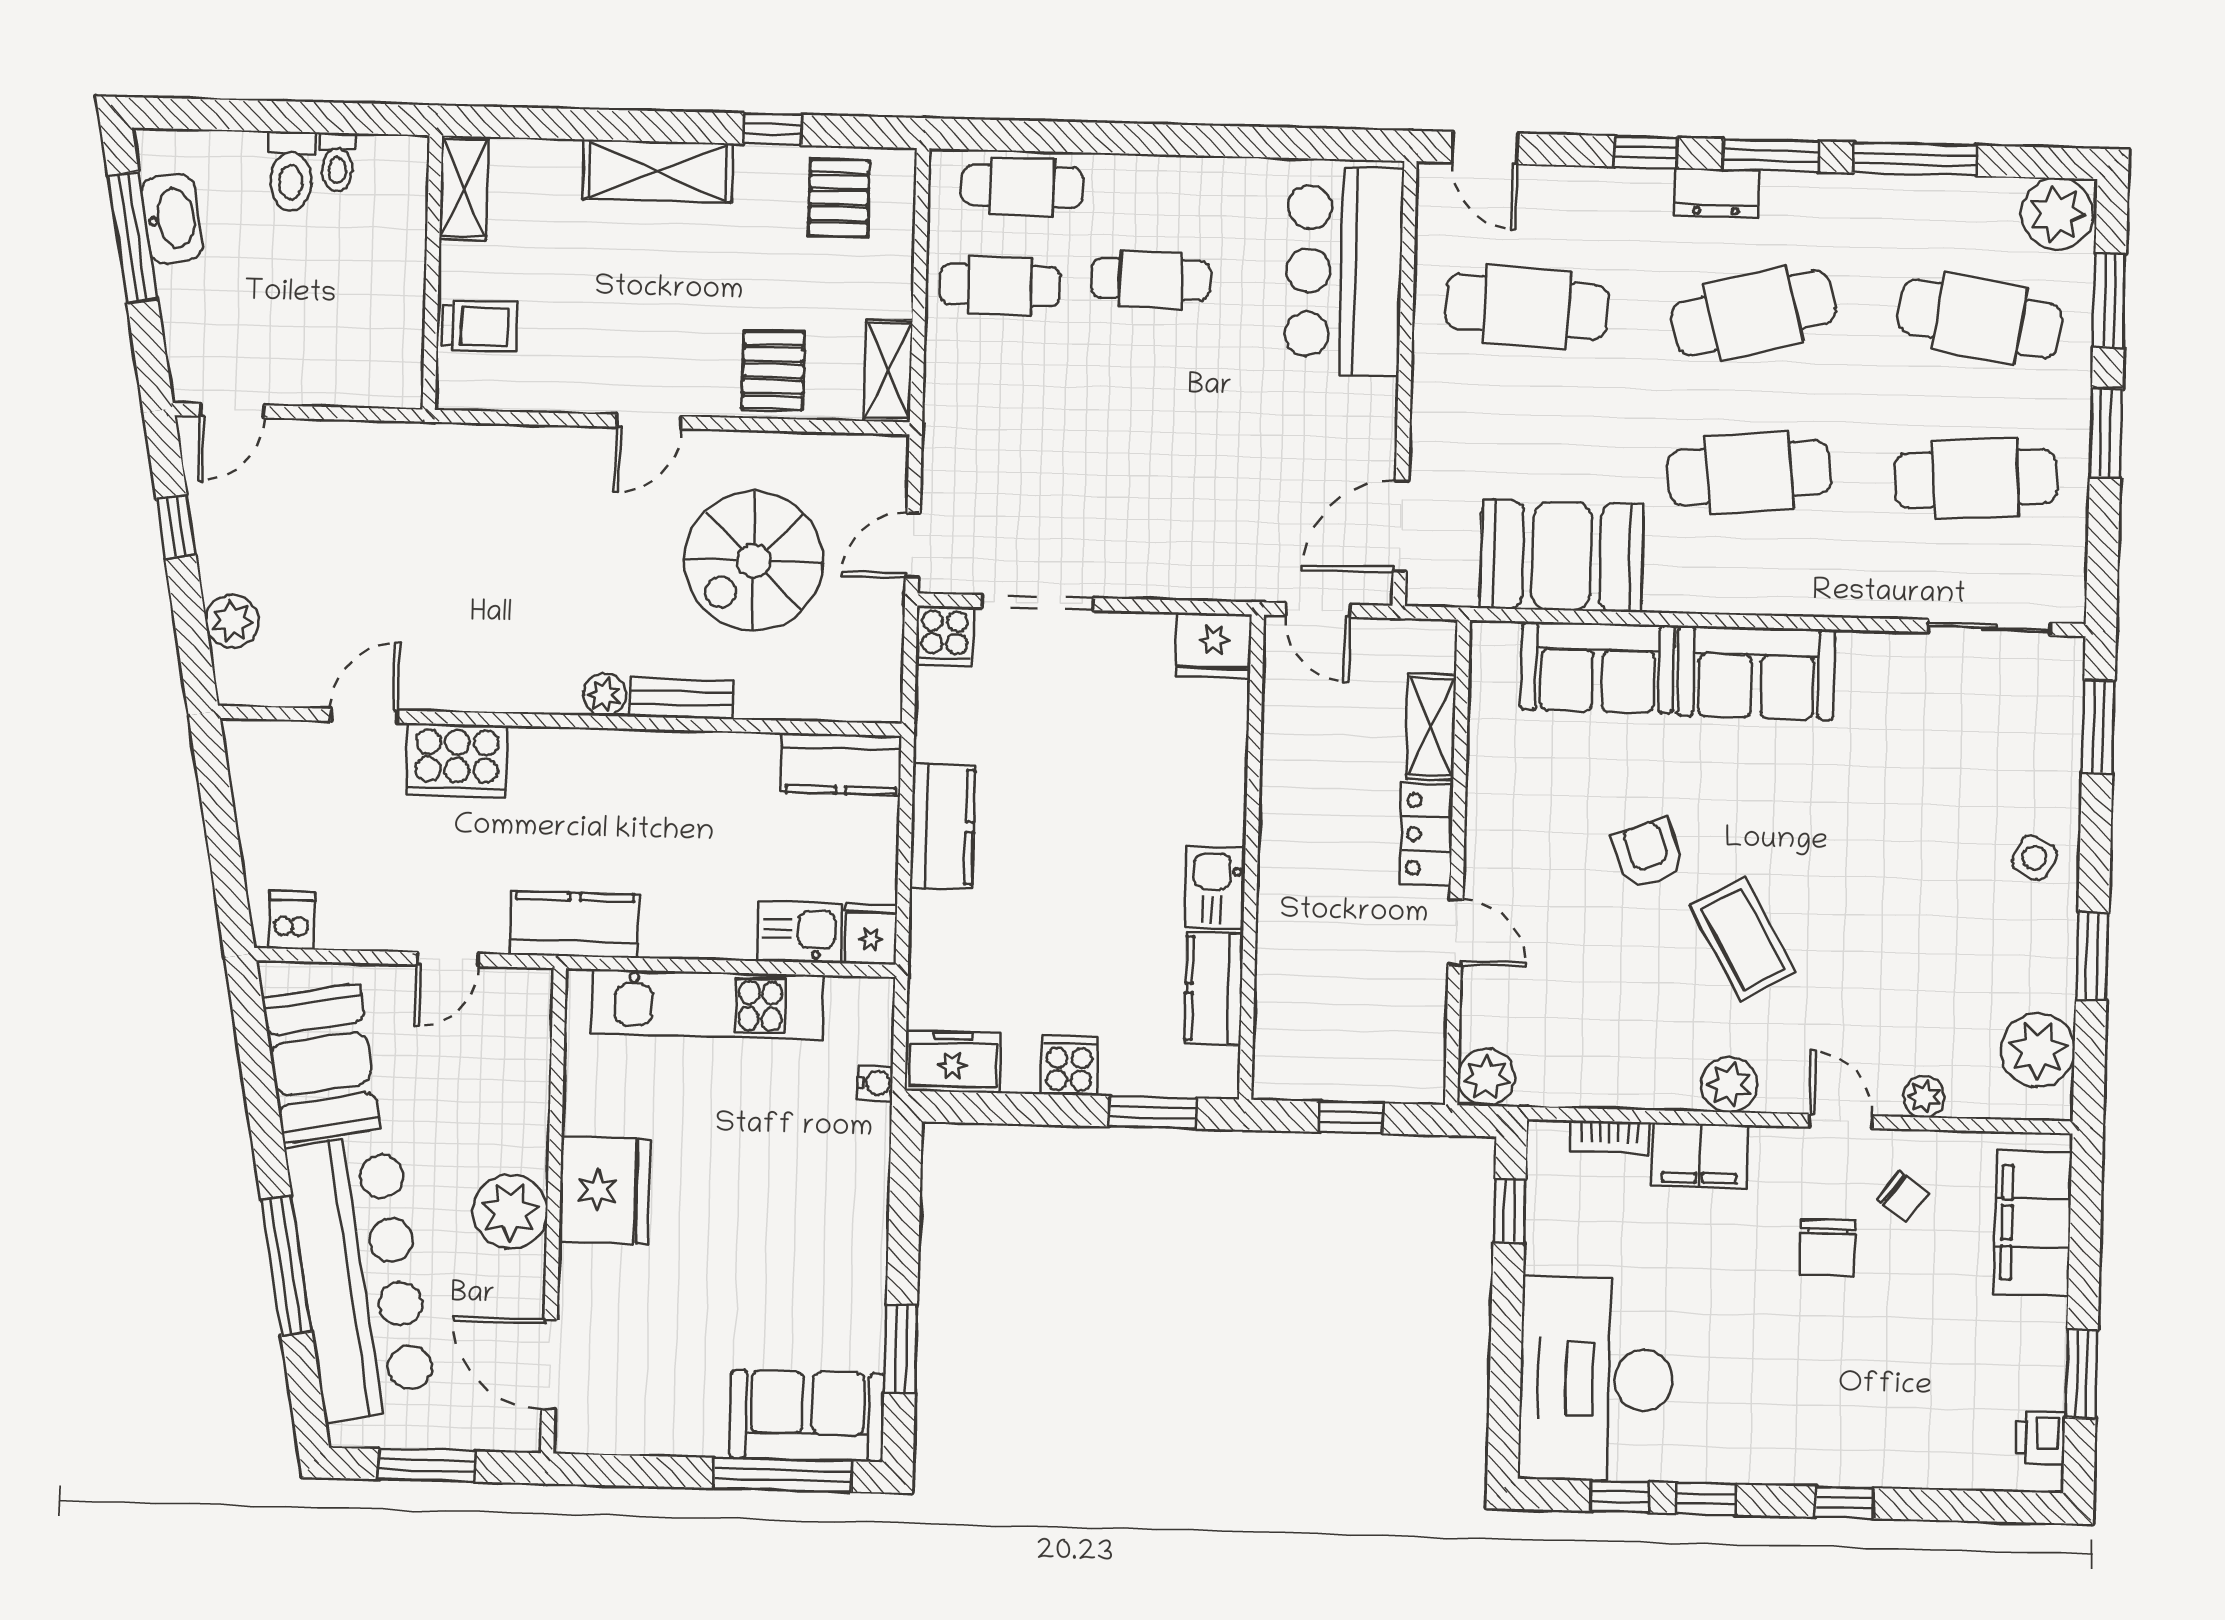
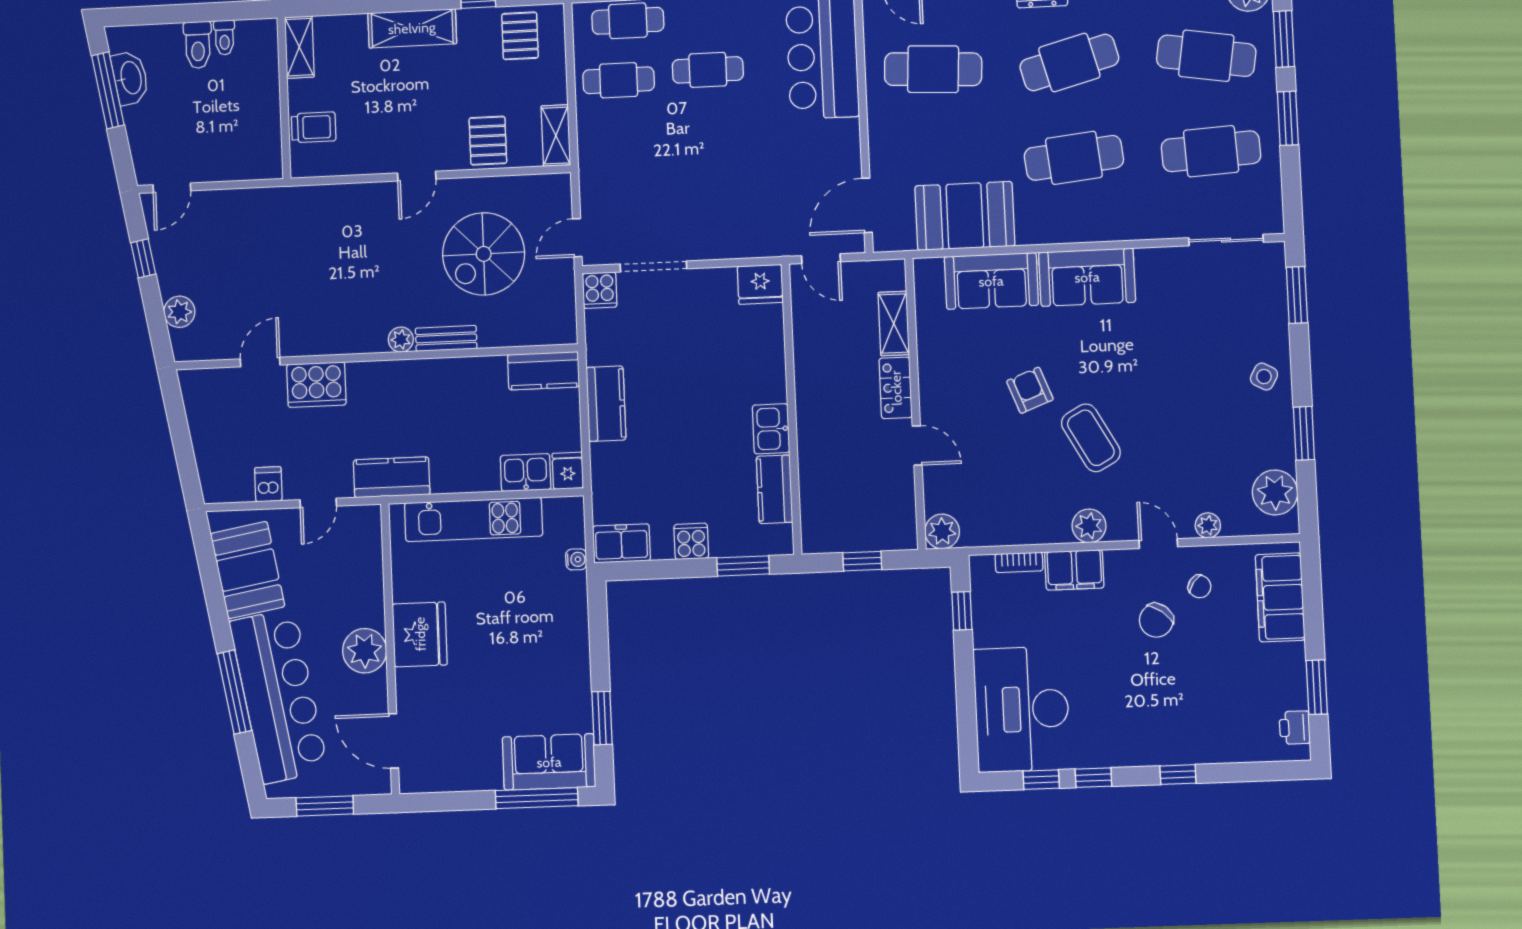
dishwasher: (292, 920) -> (268, 484), moved
chair: (1828, 1247) -> (1156, 620), turned 37

